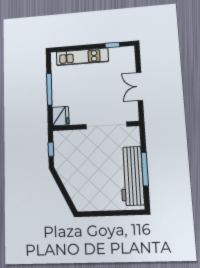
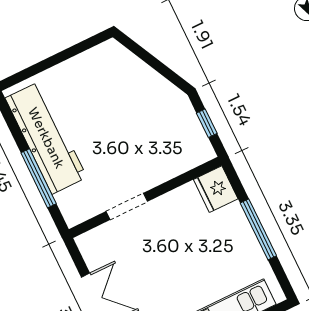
doorway: (106, 125) -> (127, 206), width x0.53
window: (145, 169) -> (39, 178), moved

